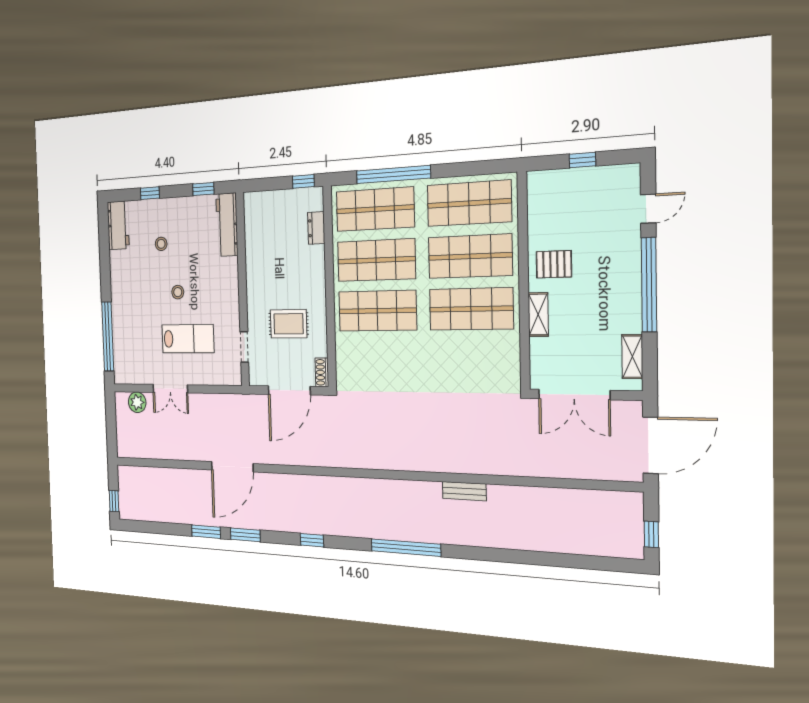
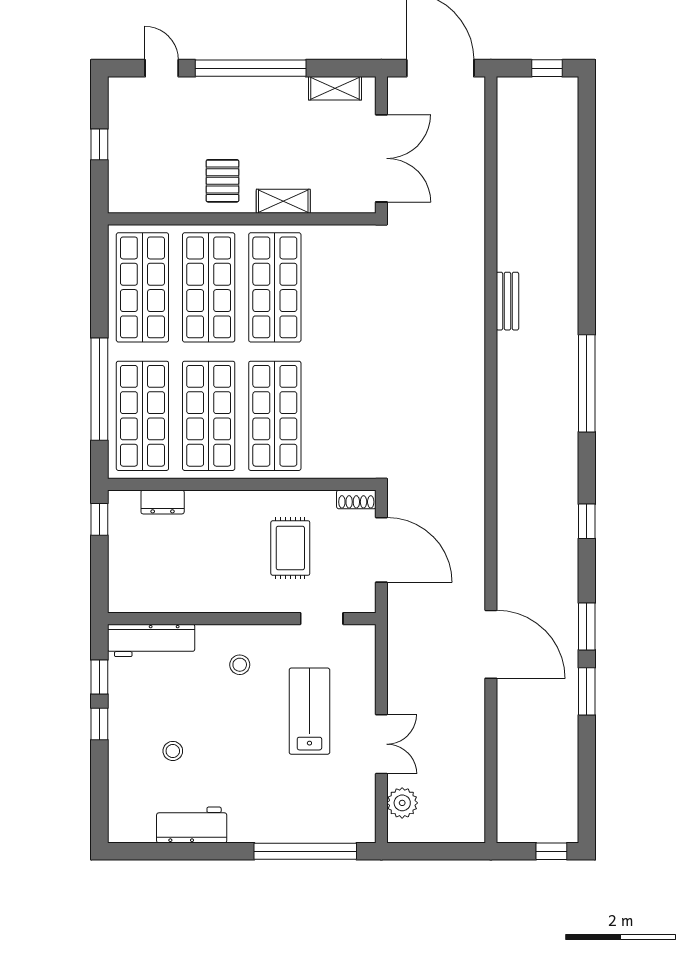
window: (150, 193) -> (99, 724), moved
workbench: (118, 225) -> (192, 825), moved
stool: (178, 292) -> (240, 665), moved

